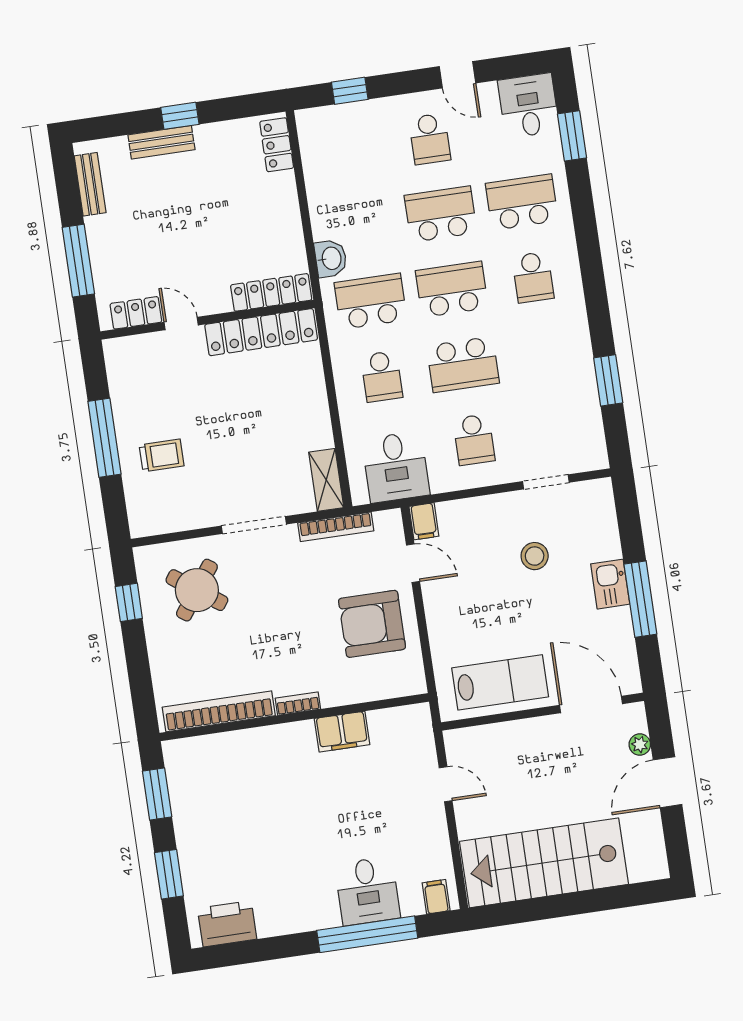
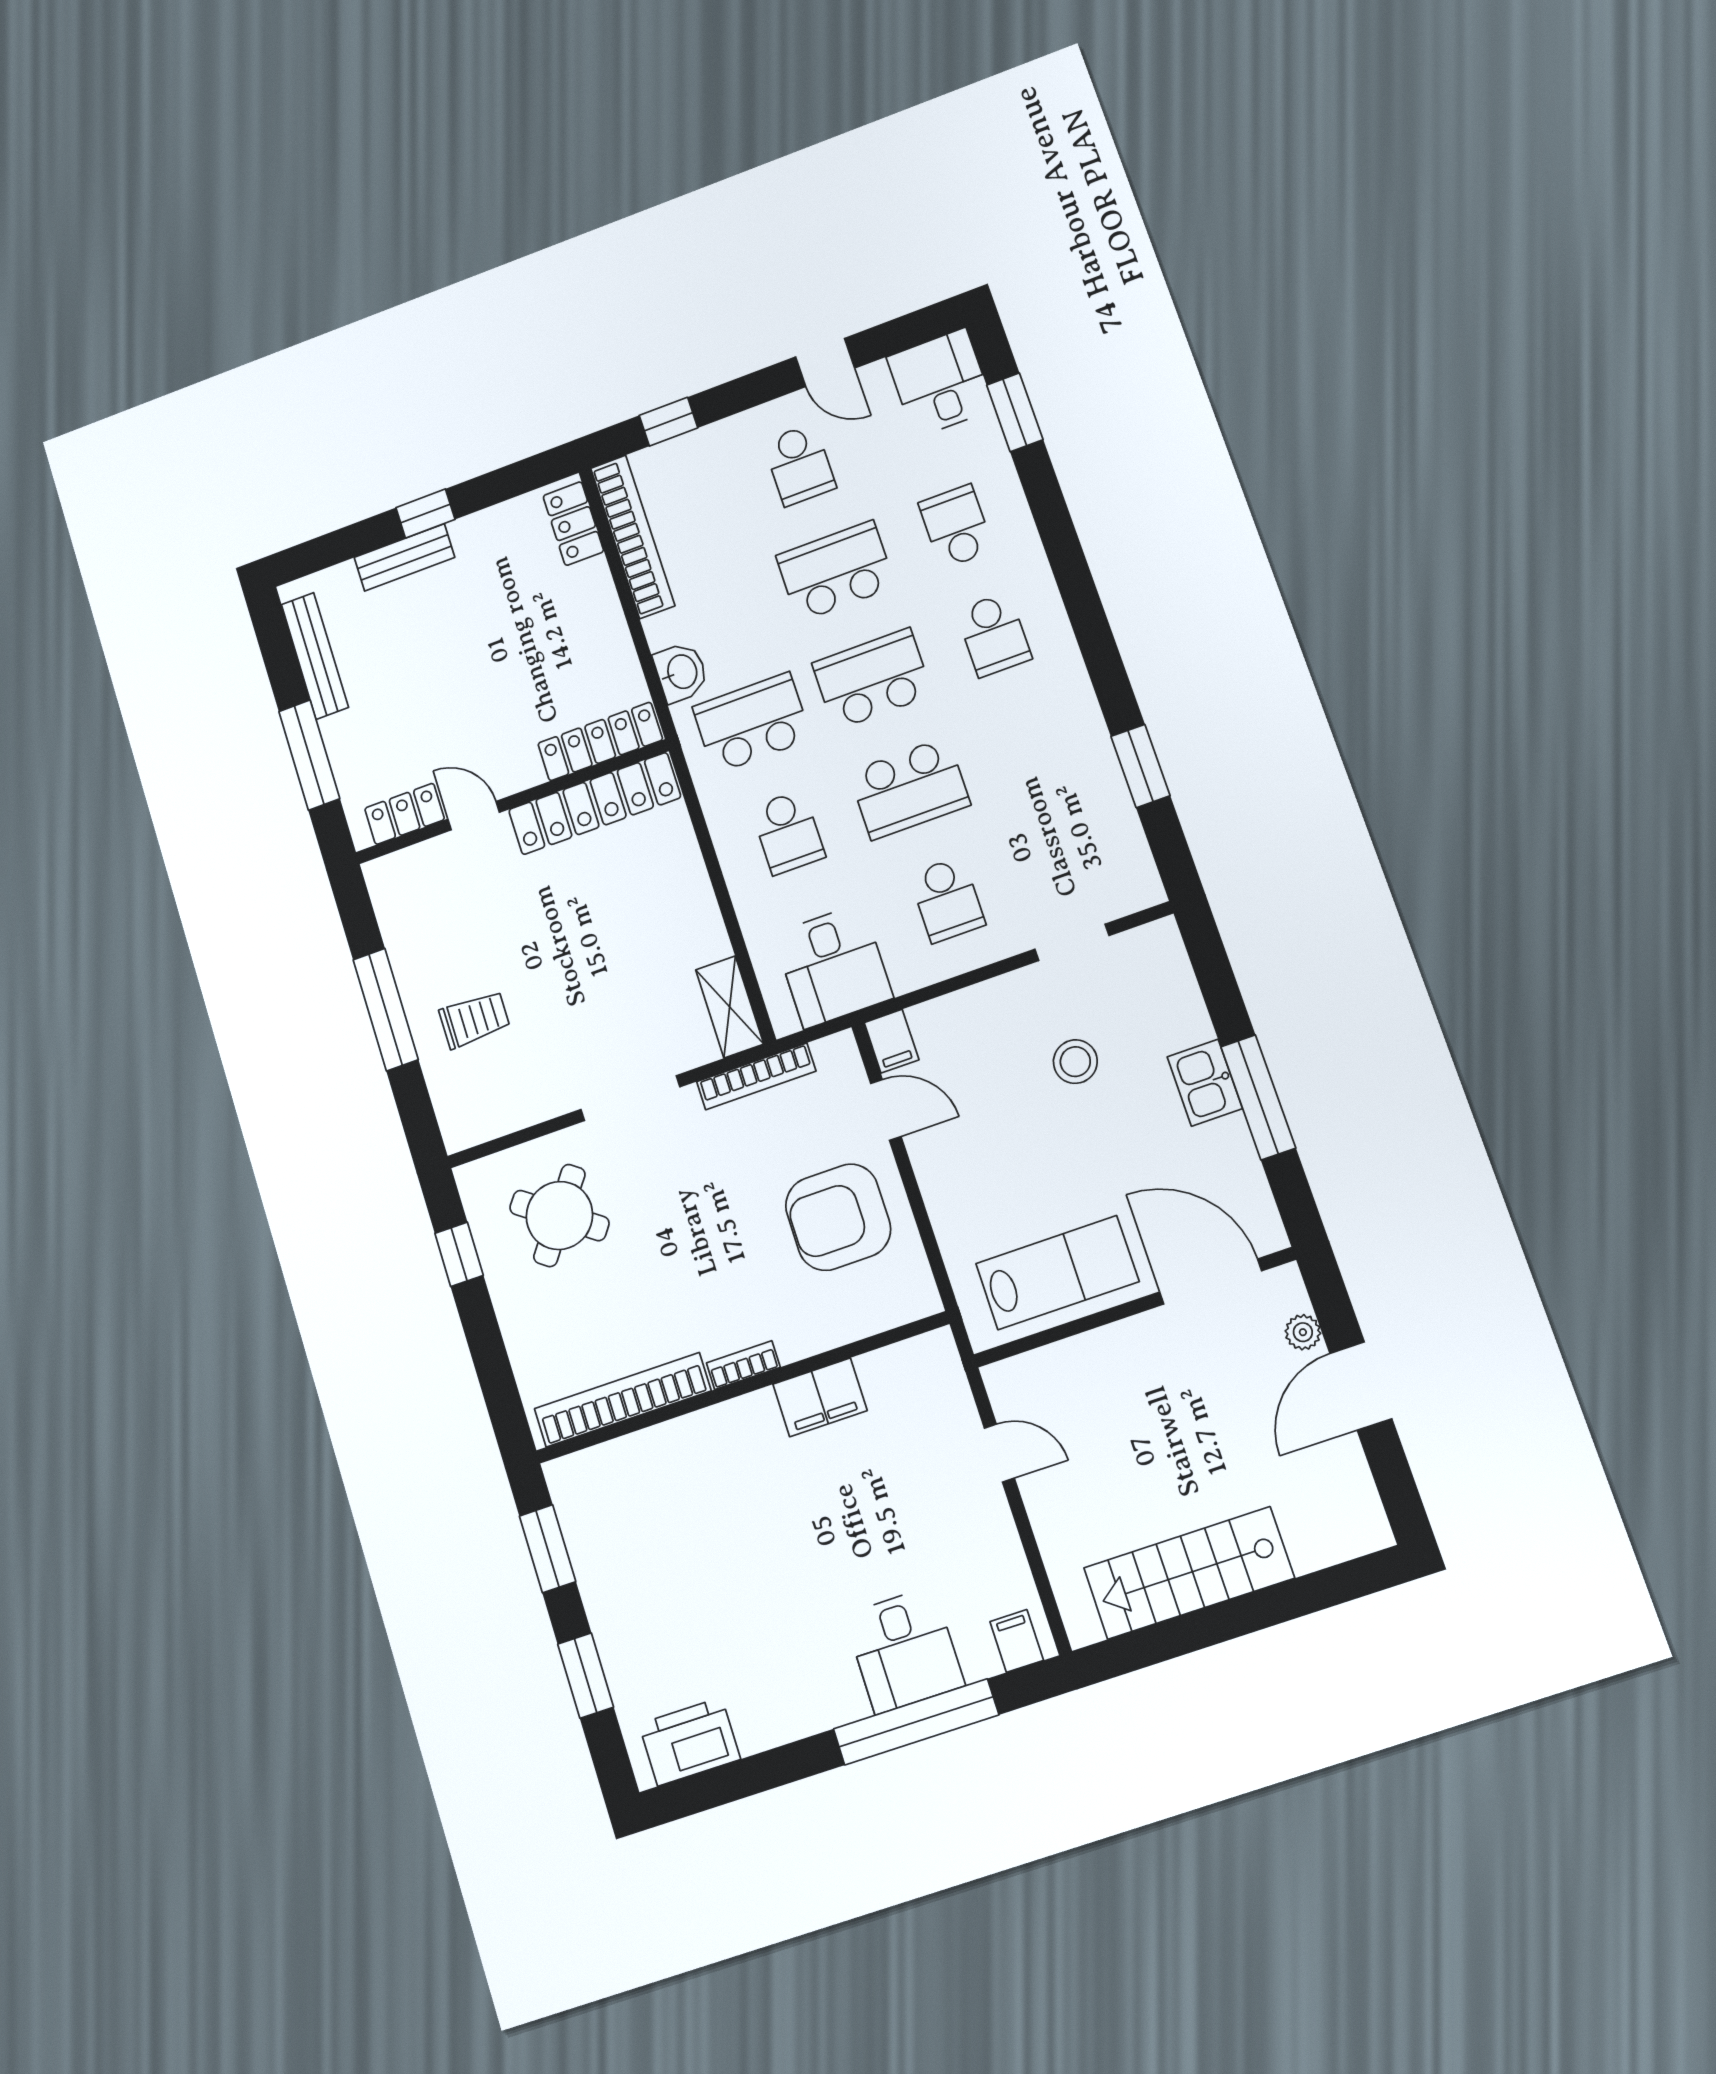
bookcase: (314, 162) -> (633, 537), added
bench: (90, 184) -> (315, 656), width x1.36
school desk: (522, 202) -> (956, 527), width x0.54
stairs: (544, 863) -> (1189, 1573), width x0.73, depth x0.66

